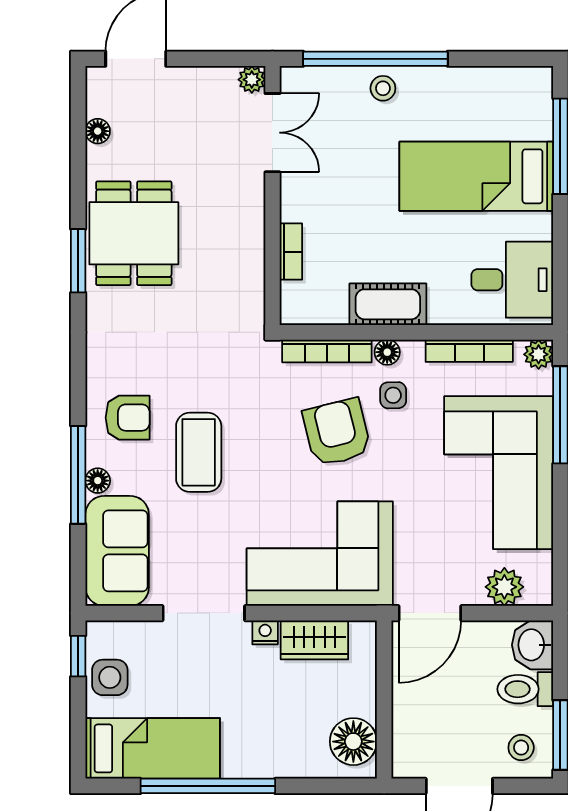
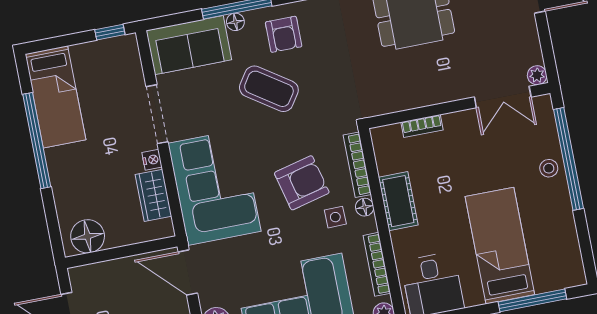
coffee table: (199, 452) -> (269, 89), turned 34
side table: (110, 677) -> (99, 57), removed

